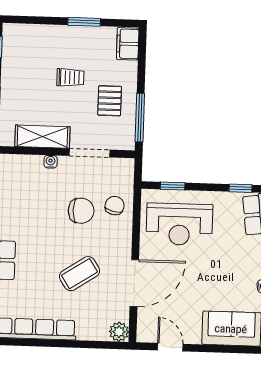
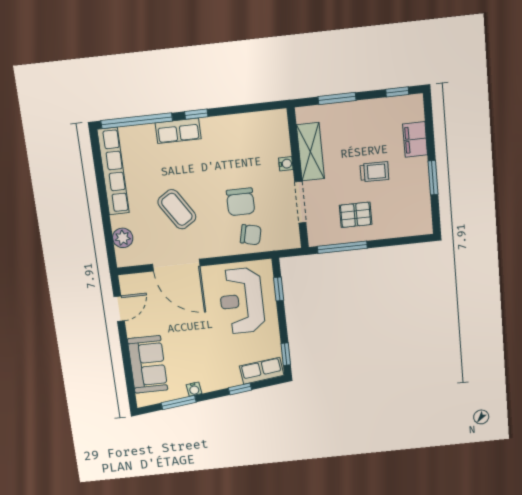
filing cabinet: (128, 44) -> (415, 139), moved, turned -90
trolley: (70, 78) -> (374, 172), turned -89
plant: (119, 332) -> (123, 238), moved

